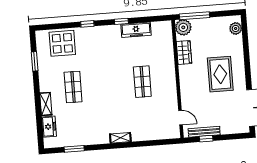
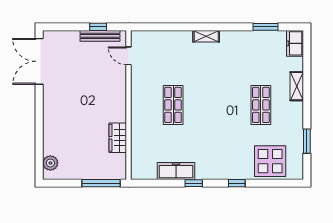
plant: (183, 27) -> (116, 169), removed
rug: (220, 74) -> (74, 107), removed
freezer: (49, 127) -> (295, 43), moved

